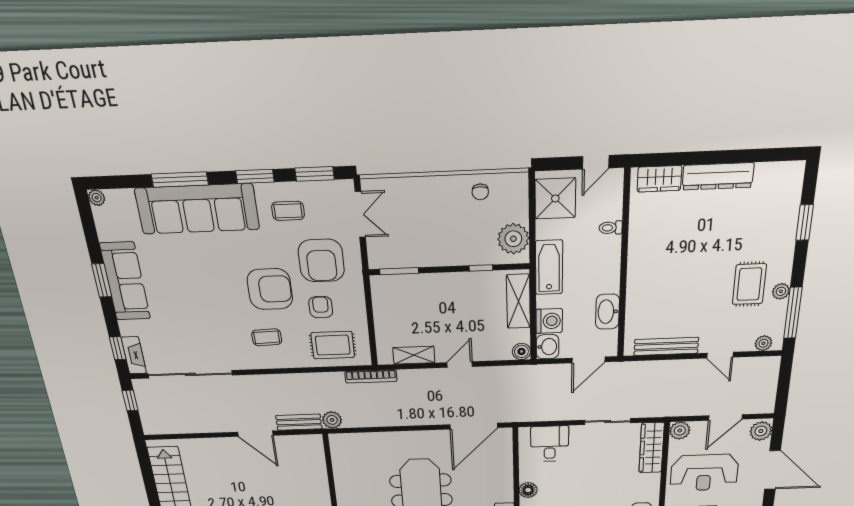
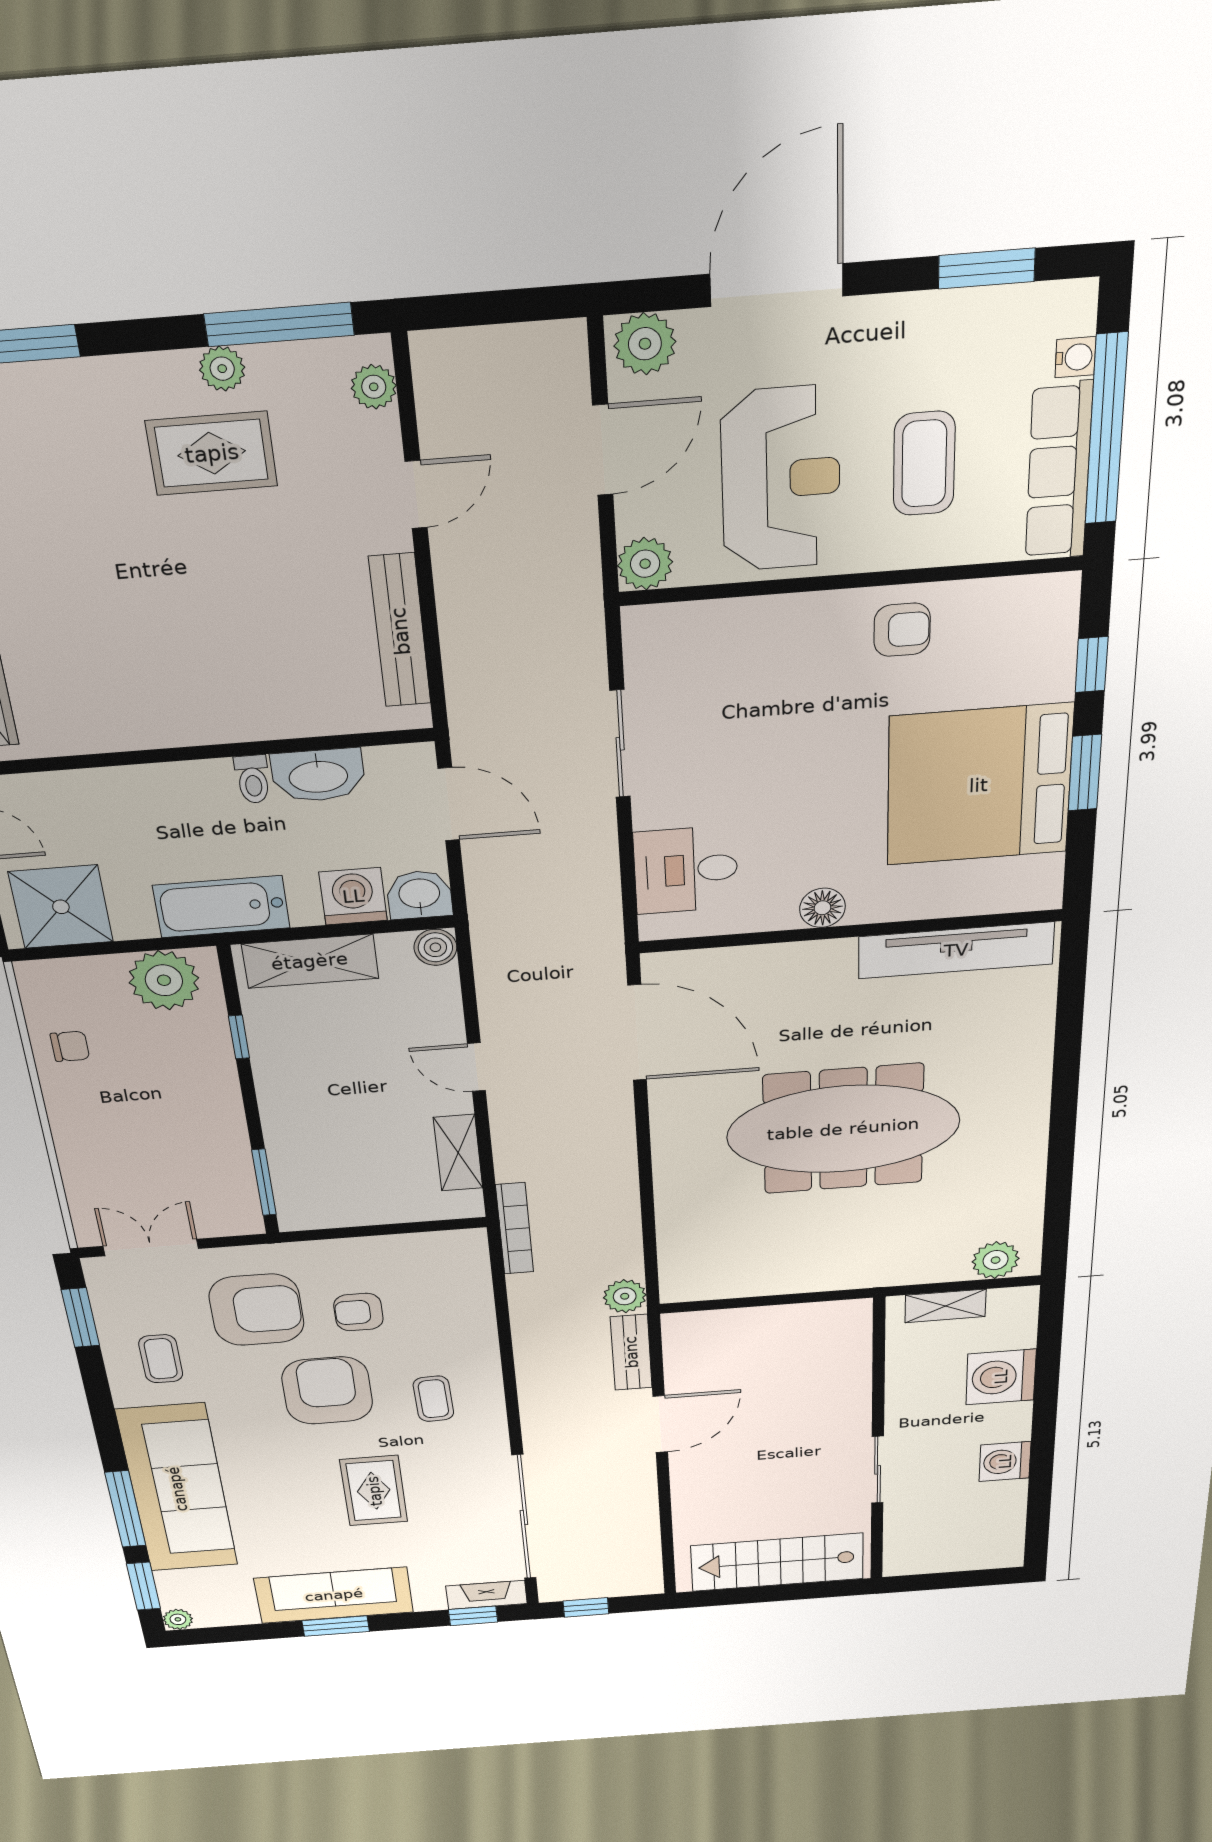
window: (255, 176) -> (143, 1586), moved
toilet: (611, 228) -> (253, 779), moved
rug: (333, 345) -> (374, 1491), moved
door: (725, 417) -> (603, 450), hinge flipped
wardrobe: (652, 448) -> (699, 628), removed

